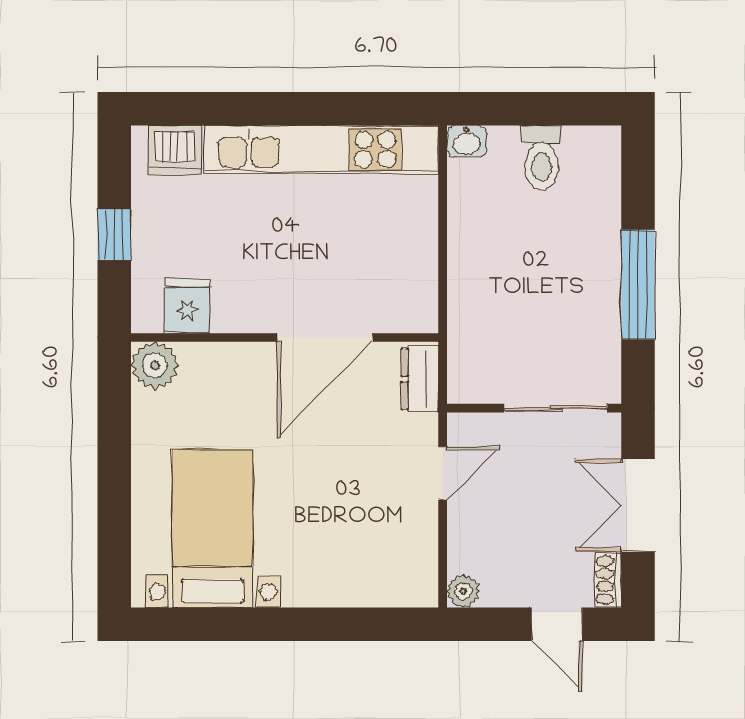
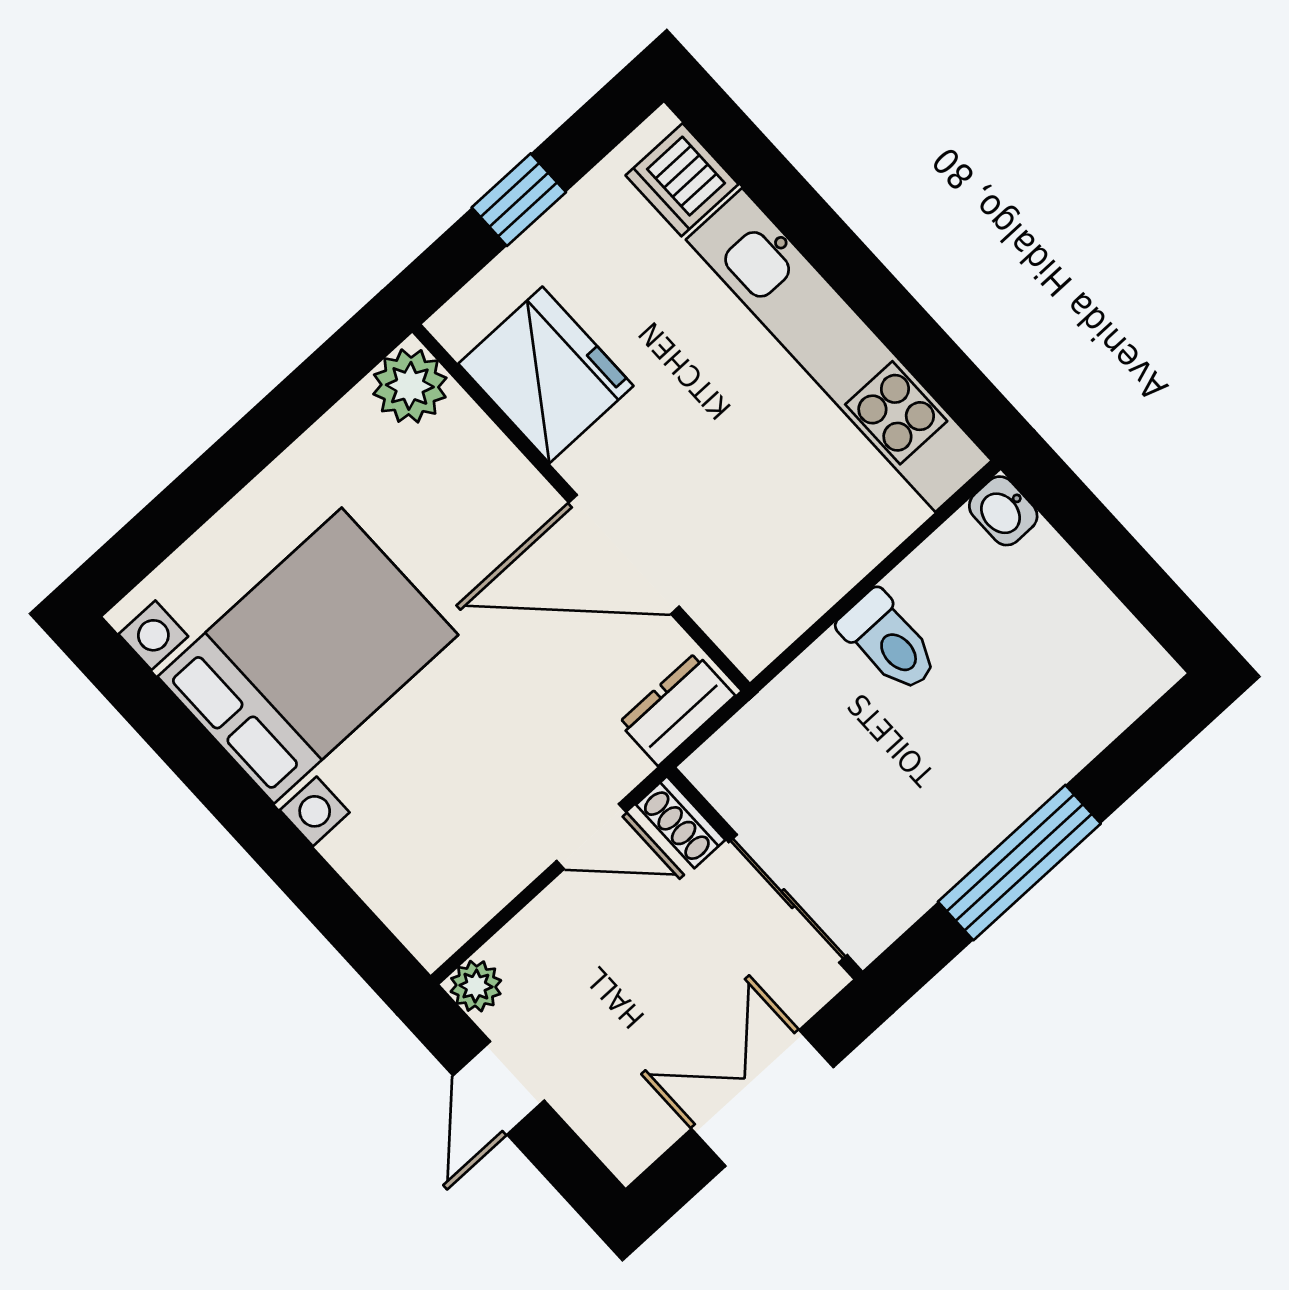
toilet: (542, 158) -> (889, 642), moved, turned -90
fridge: (188, 306) -> (546, 375), width x1.88, depth x1.34
bed with nightstands: (213, 528) -> (308, 656), width x1.36
shoe rack: (608, 580) -> (681, 822), moved, turned -90
door: (557, 624) -> (499, 1088), moved

